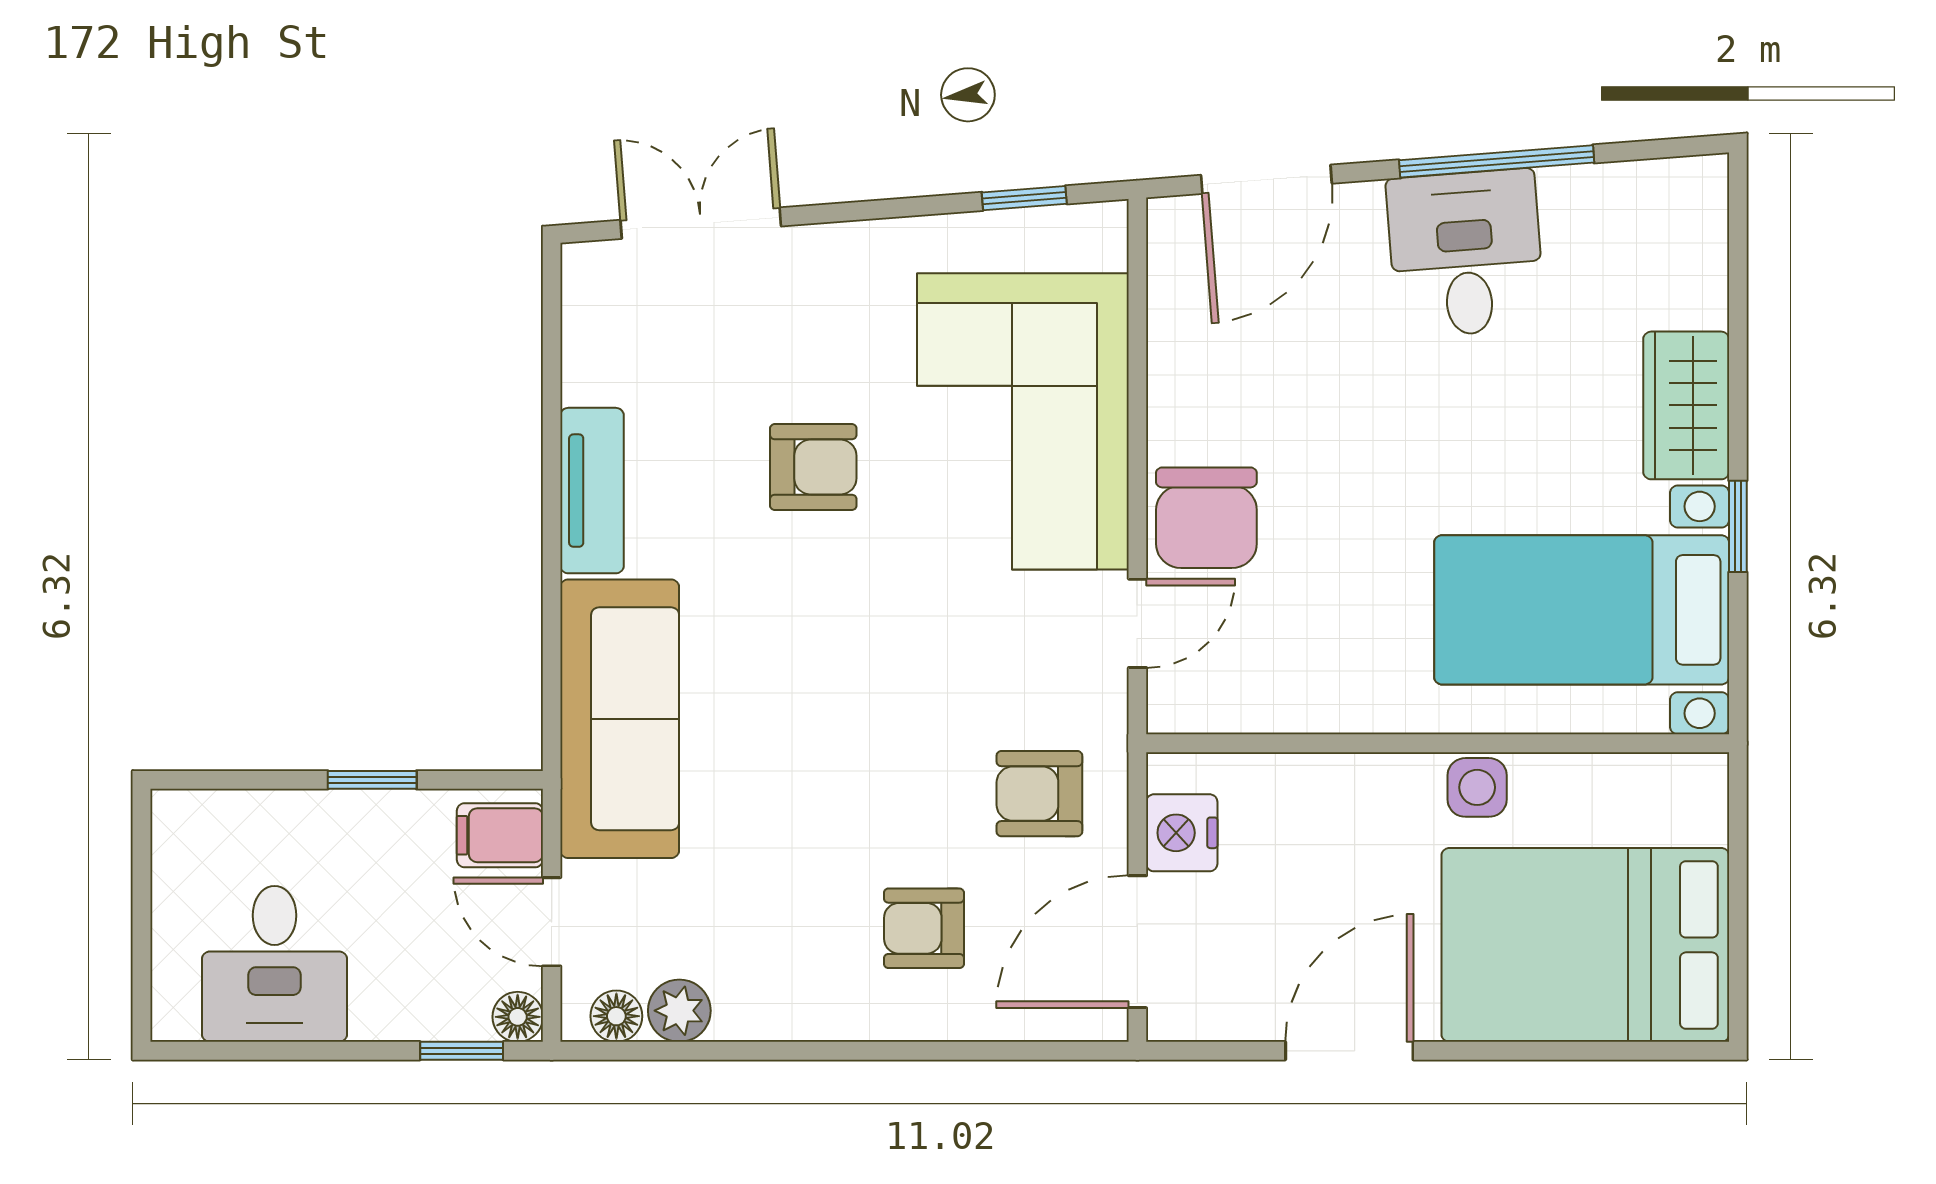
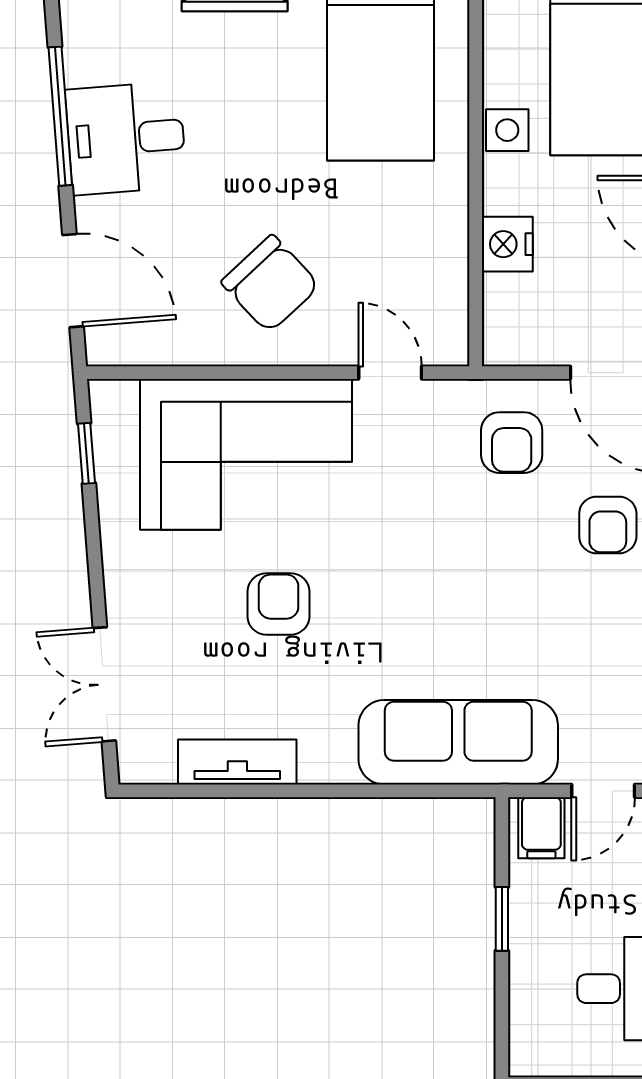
tv unit: (592, 491) -> (237, 762), moved
chair: (1206, 518) -> (270, 284), moved, turned 47
nightstand: (1182, 833) -> (507, 244), moved, turned 90

